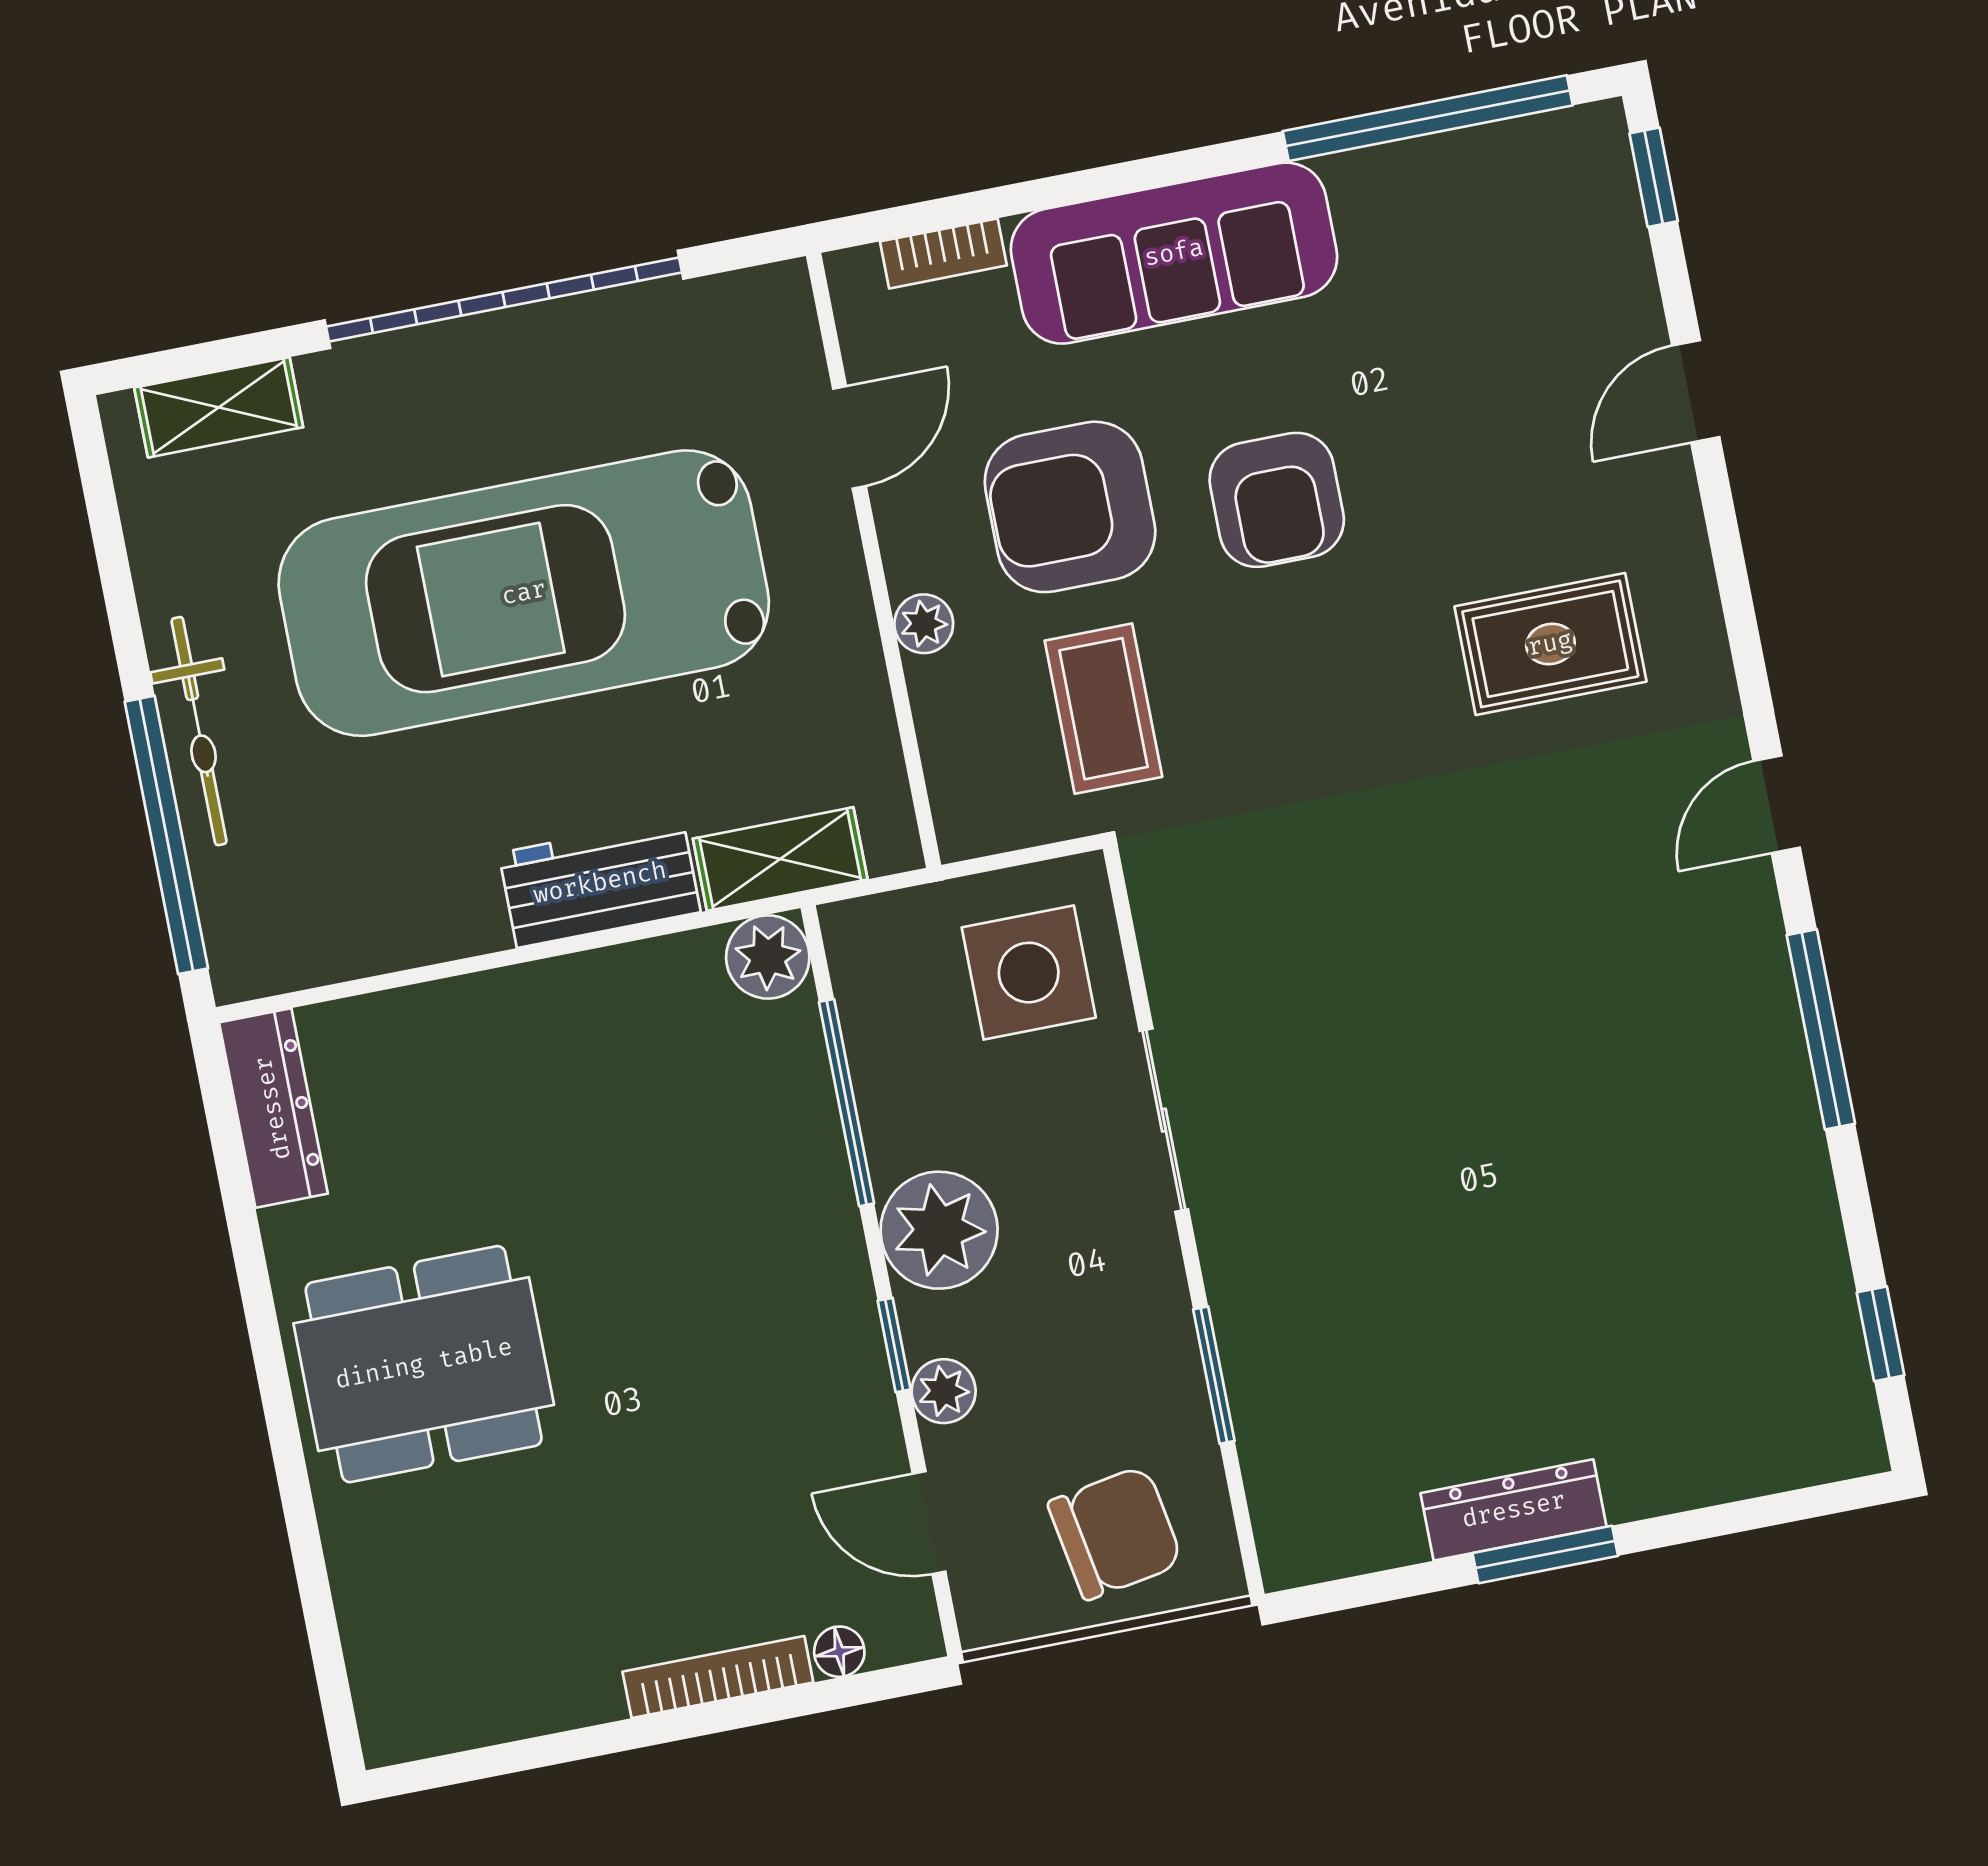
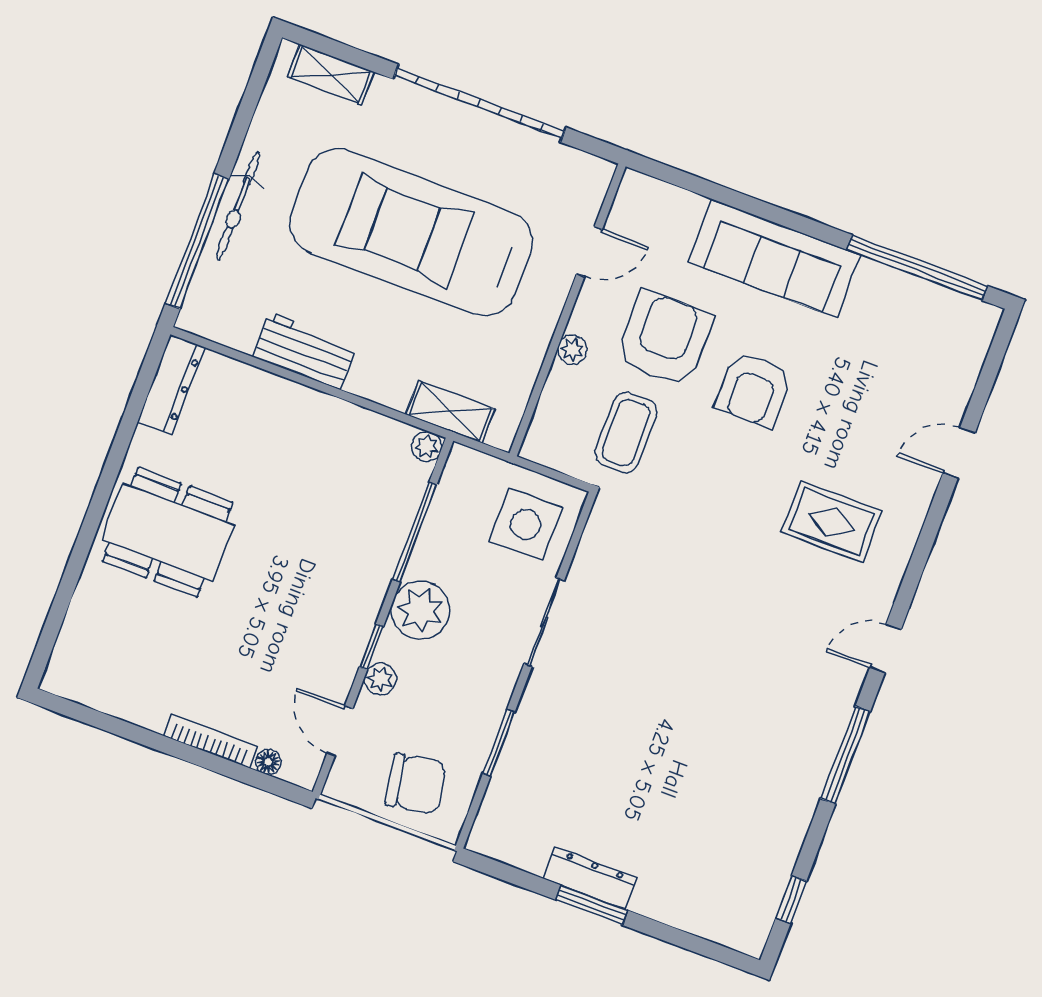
window: (1654, 177) -> (997, 352), removed
bookcase: (943, 253) -> (677, 198), removed
armchair: (1070, 507) -> (664, 339), turned 90
workbench: (600, 883) -> (305, 351), moved
plant: (768, 957) -> (427, 447), width x0.73, depth x0.73

